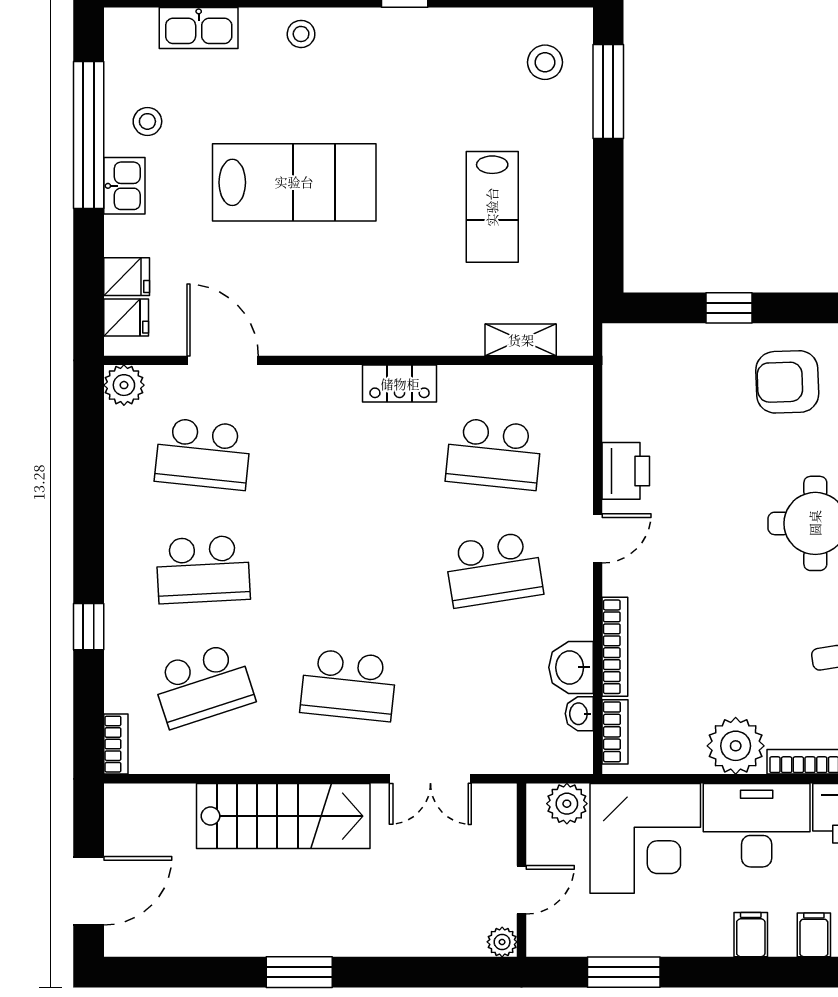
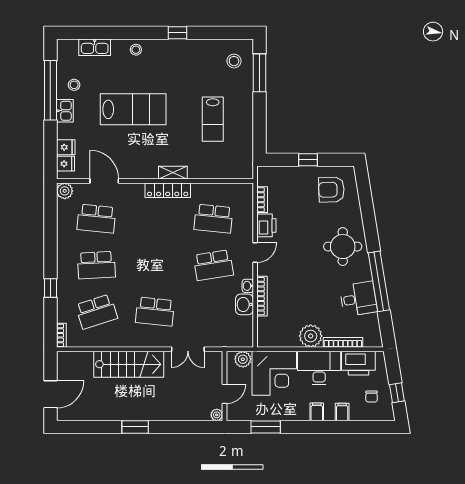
shelving: (521, 340) -> (173, 173), moved
locker: (400, 384) -> (168, 190), width x1.53
washbasin: (579, 714) -> (248, 286), moved
bookcase: (615, 732) -> (262, 200), moved

